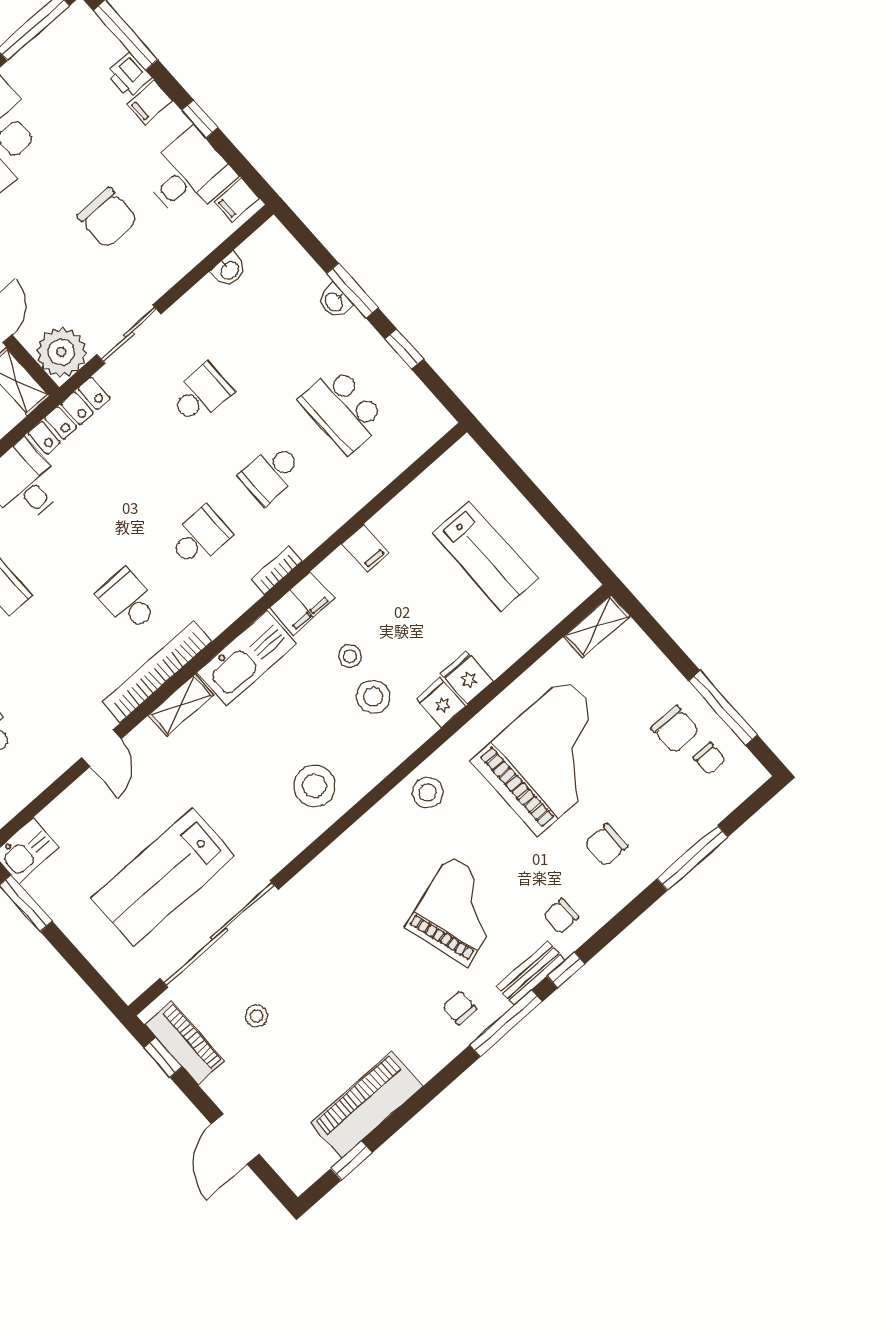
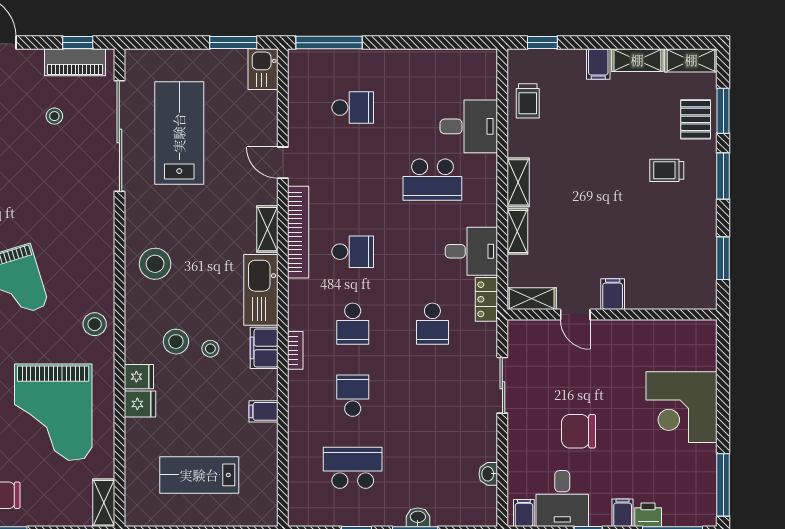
plant: (61, 352) -> (526, 338), removed
school desk: (201, 394) -> (432, 324), moved
locker: (69, 416) -> (486, 299), width x0.66

